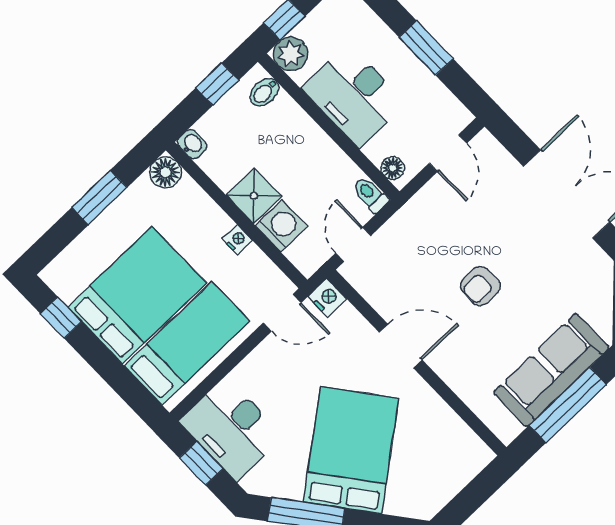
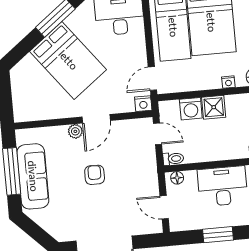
nightstand: (237, 240) -> (228, 82), moved
plant: (441, 361) -> (75, 131), added

